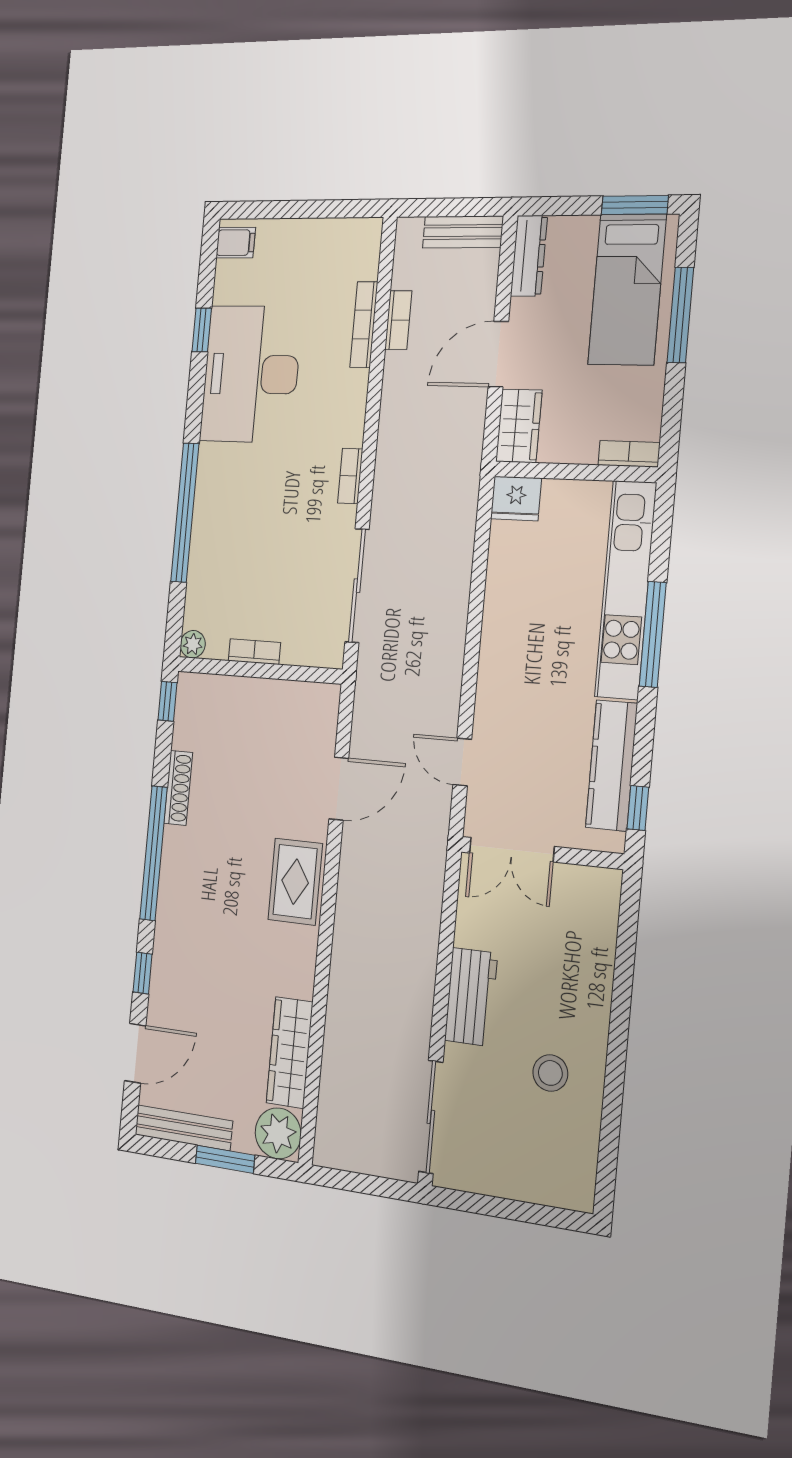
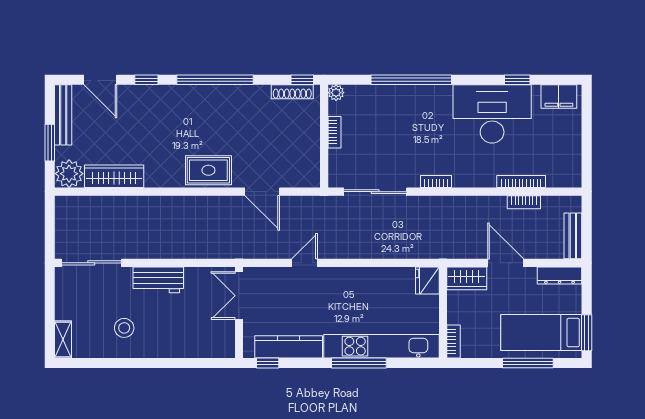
filing cabinet: (236, 243) -> (559, 97), width x2.00
door: (462, 762) -> (305, 263), moved
shoe rack: (178, 788) -> (292, 92), moved
shelving: (561, 1192) -> (63, 339), added

